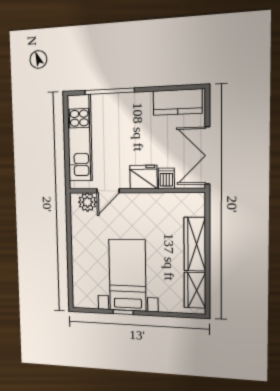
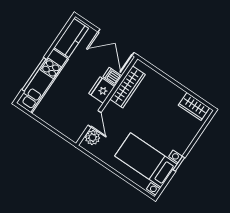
kitchen unit: (80, 138) -> (42, 81), moved, turned 90
wardrobe: (195, 244) -> (128, 87), moved, turned -90
bed with nightstands: (127, 275) -> (146, 160), moved

